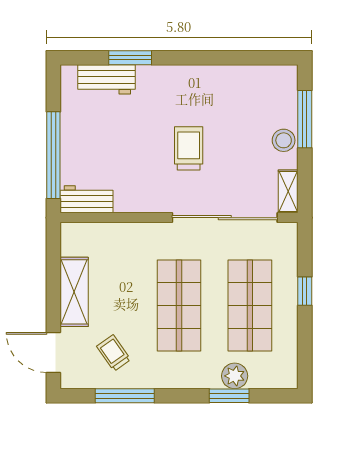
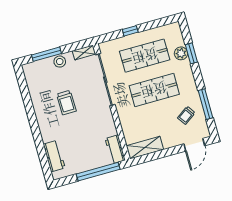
window: (130, 58) -> (40, 147), removed
trolley: (189, 148) -> (66, 103), moved, turned -91
shelving: (74, 292) -> (145, 148), moved

